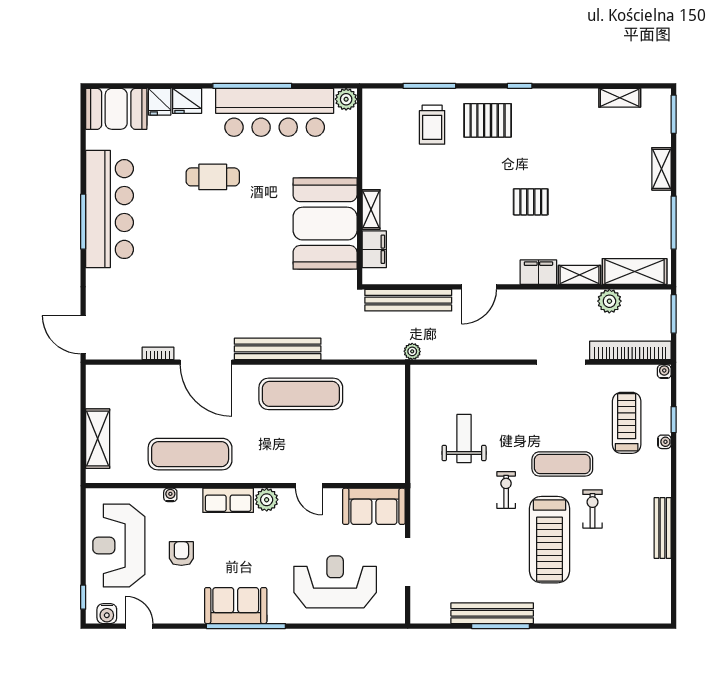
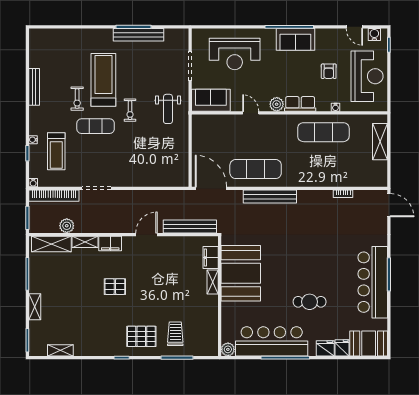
plant: (412, 351) -> (187, 195), removed
door: (206, 362) -> (211, 188), moved
weight bench: (464, 439) -> (168, 109), moved

